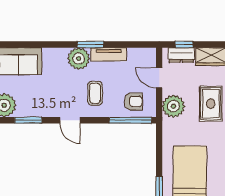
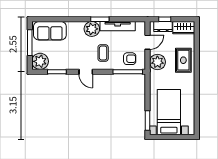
tv unit: (109, 54) -> (118, 26), width x1.41
door: (159, 78) -> (148, 42), swing flipped

